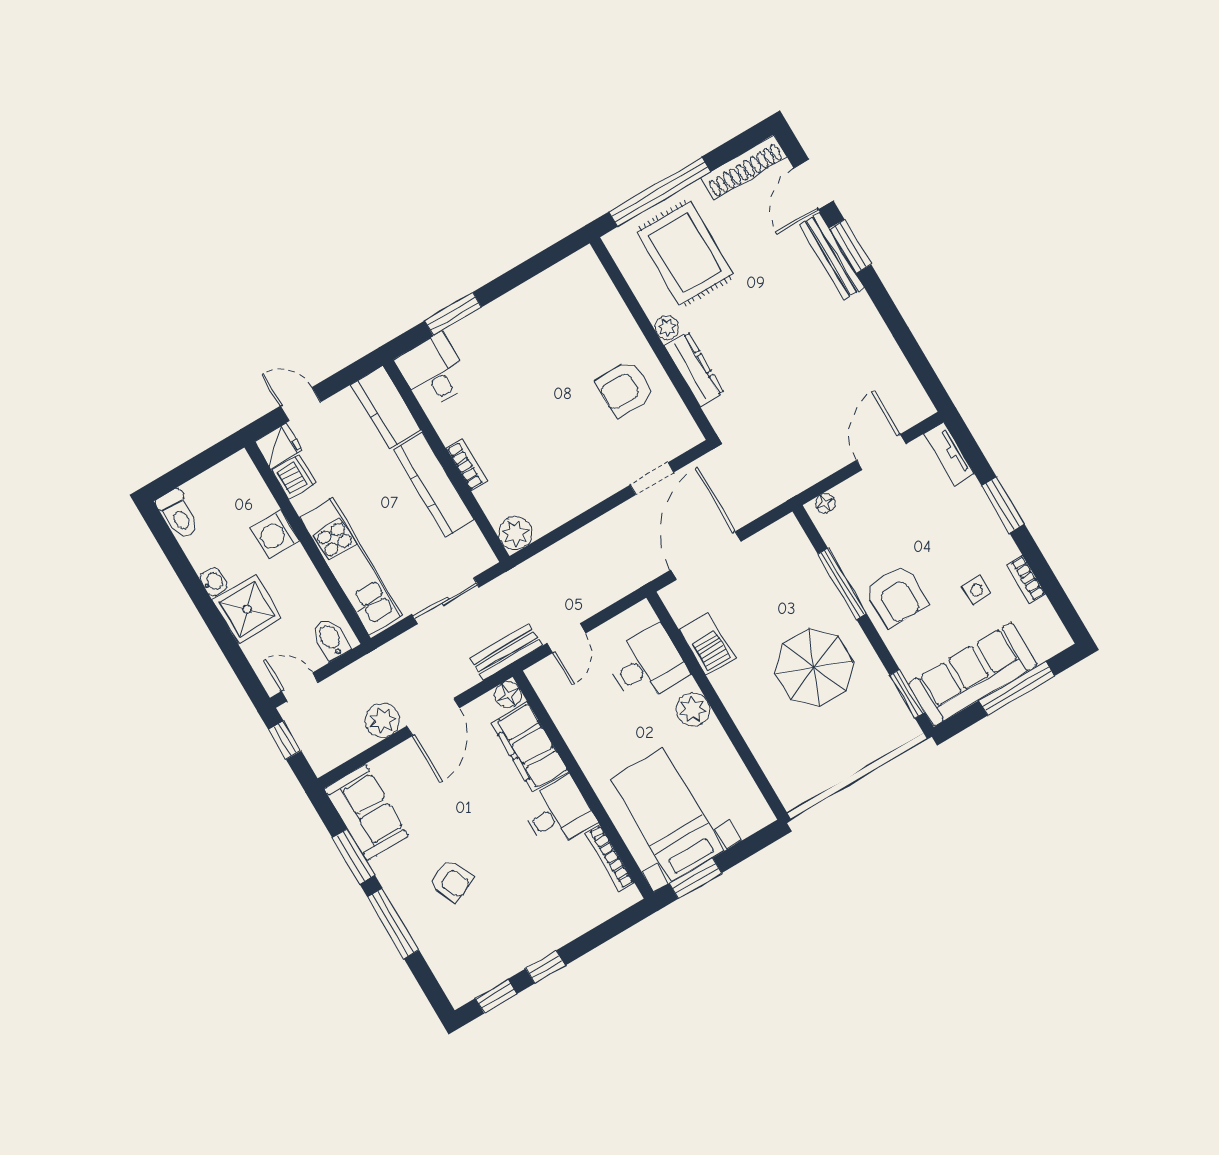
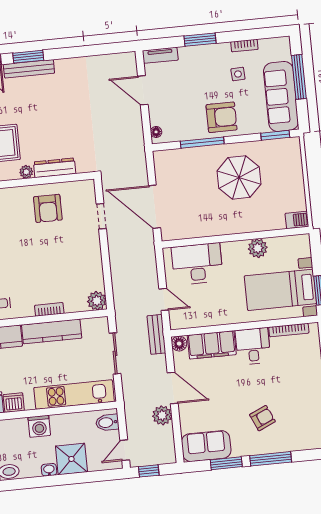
barbecue: (707, 644) -> (297, 220), moved, width x0.73, depth x0.79
desk: (647, 665) -> (197, 264), width x1.37
plant: (693, 709) -> (258, 248), moved

